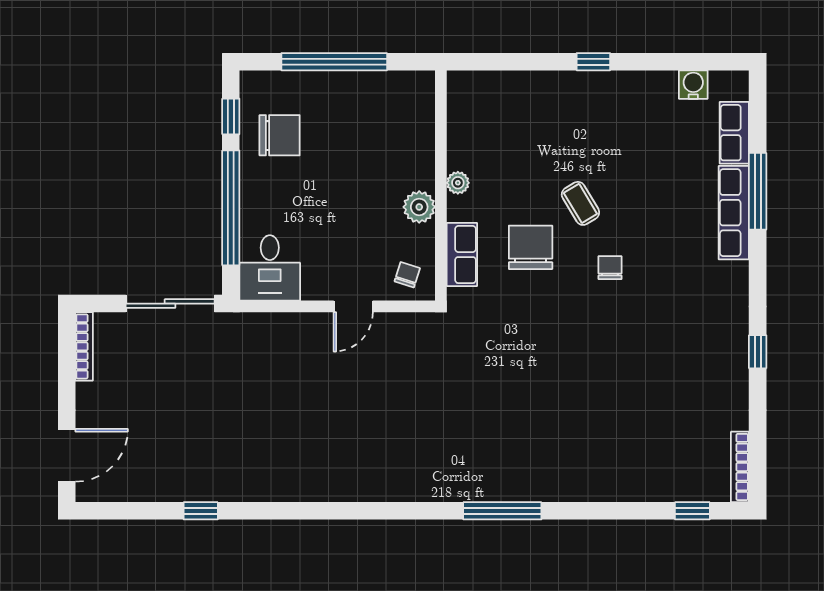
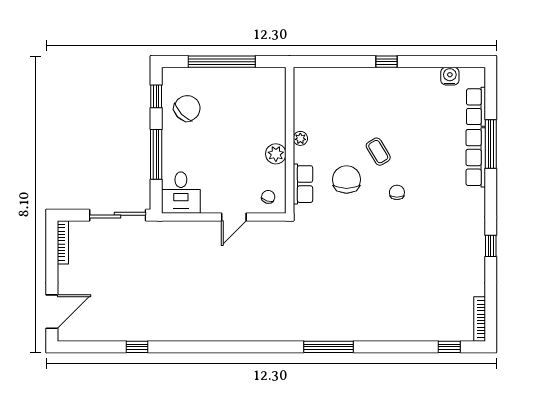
chair: (280, 135) -> (187, 108), turned -44
window: (231, 208) -> (156, 154), width x0.68

